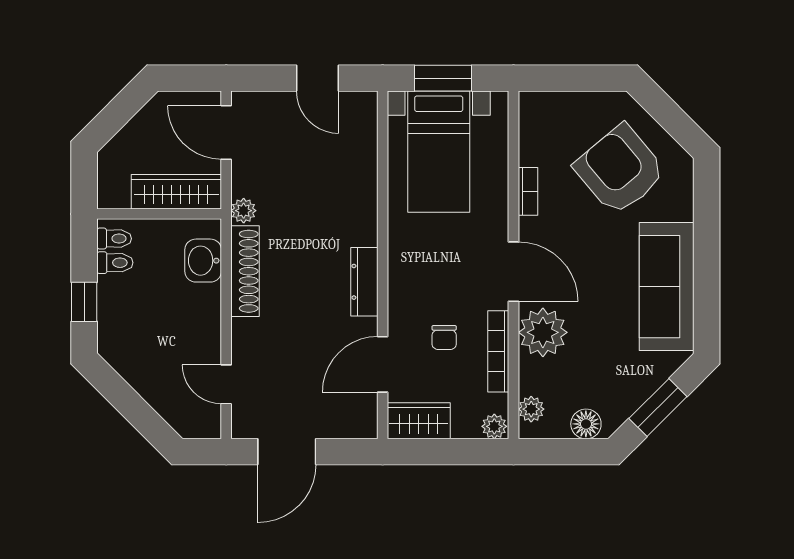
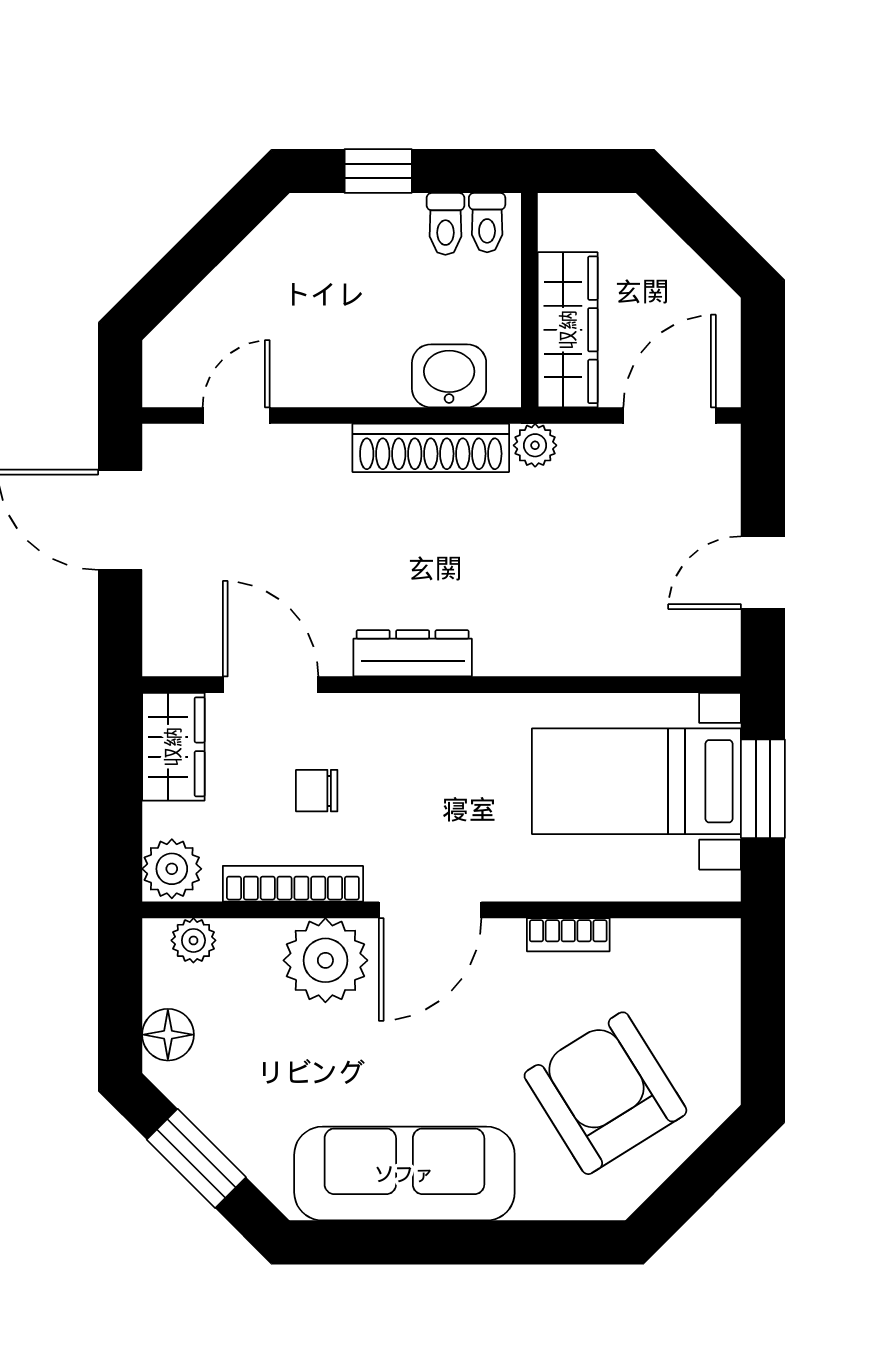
armchair: (620, 170) -> (605, 1093), turned -82
plant: (494, 426) -> (172, 869), width x1.38, depth x1.38

